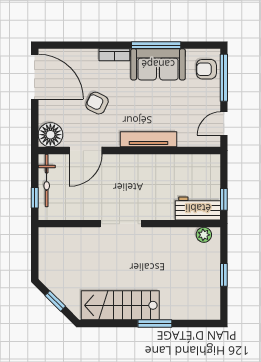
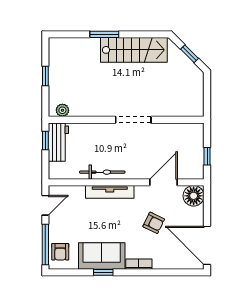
window: (156, 45) -> (103, 272), width x0.46
armchair: (206, 69) -> (60, 252), turned 90
bicycle: (47, 180) -> (102, 172), moved, turned 90
window: (35, 198) -> (207, 156), moved
workbench: (198, 208) -> (58, 142), moved, turned -90

